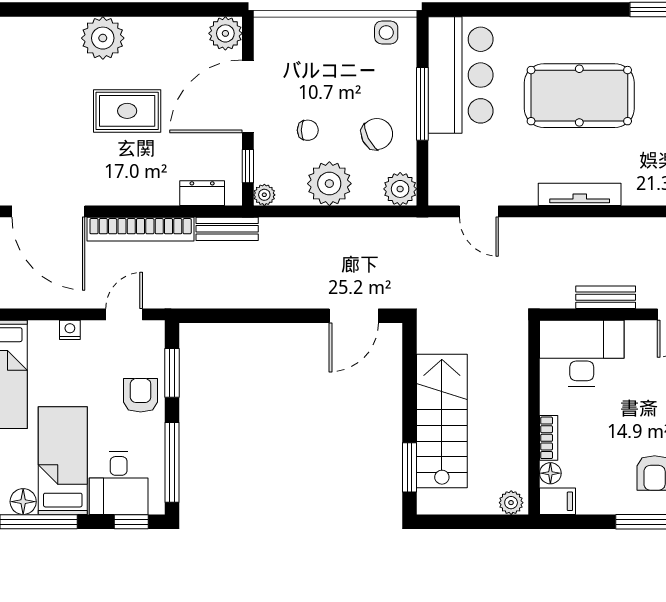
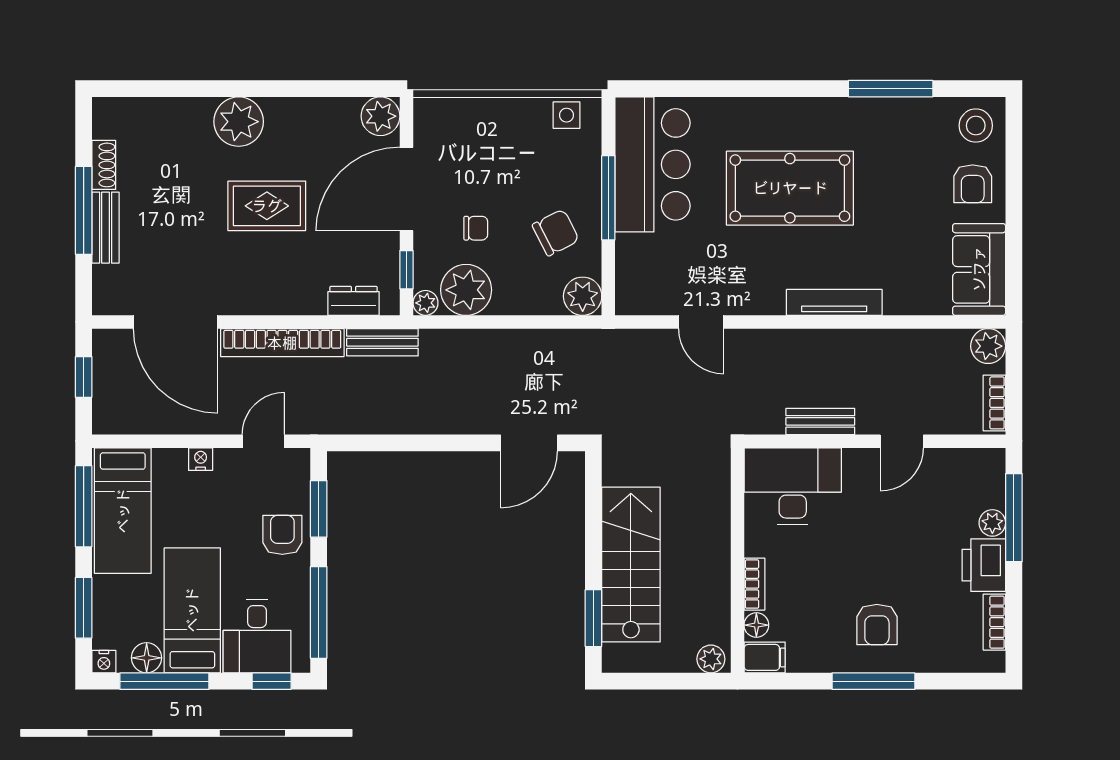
plant: (329, 184) -> (466, 290), moved
tv unit: (580, 194) -> (834, 302), moved
door: (479, 211) -> (701, 322), moved

